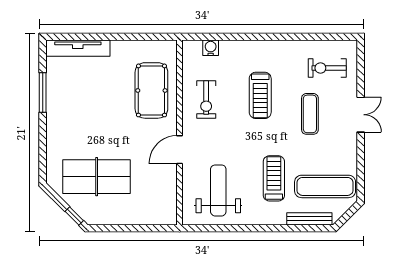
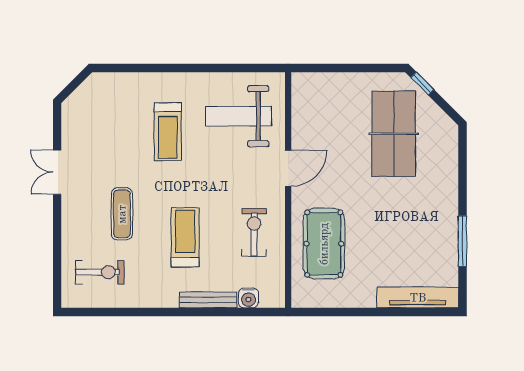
double door: (361, 115) -> (57, 172), moved
table tennis table: (97, 177) -> (394, 134), turned 90
exercise mat: (325, 186) -> (103, 121), removed
weight bench: (218, 190) -> (239, 116), turned 90
bench: (309, 219) -> (208, 300), moved

